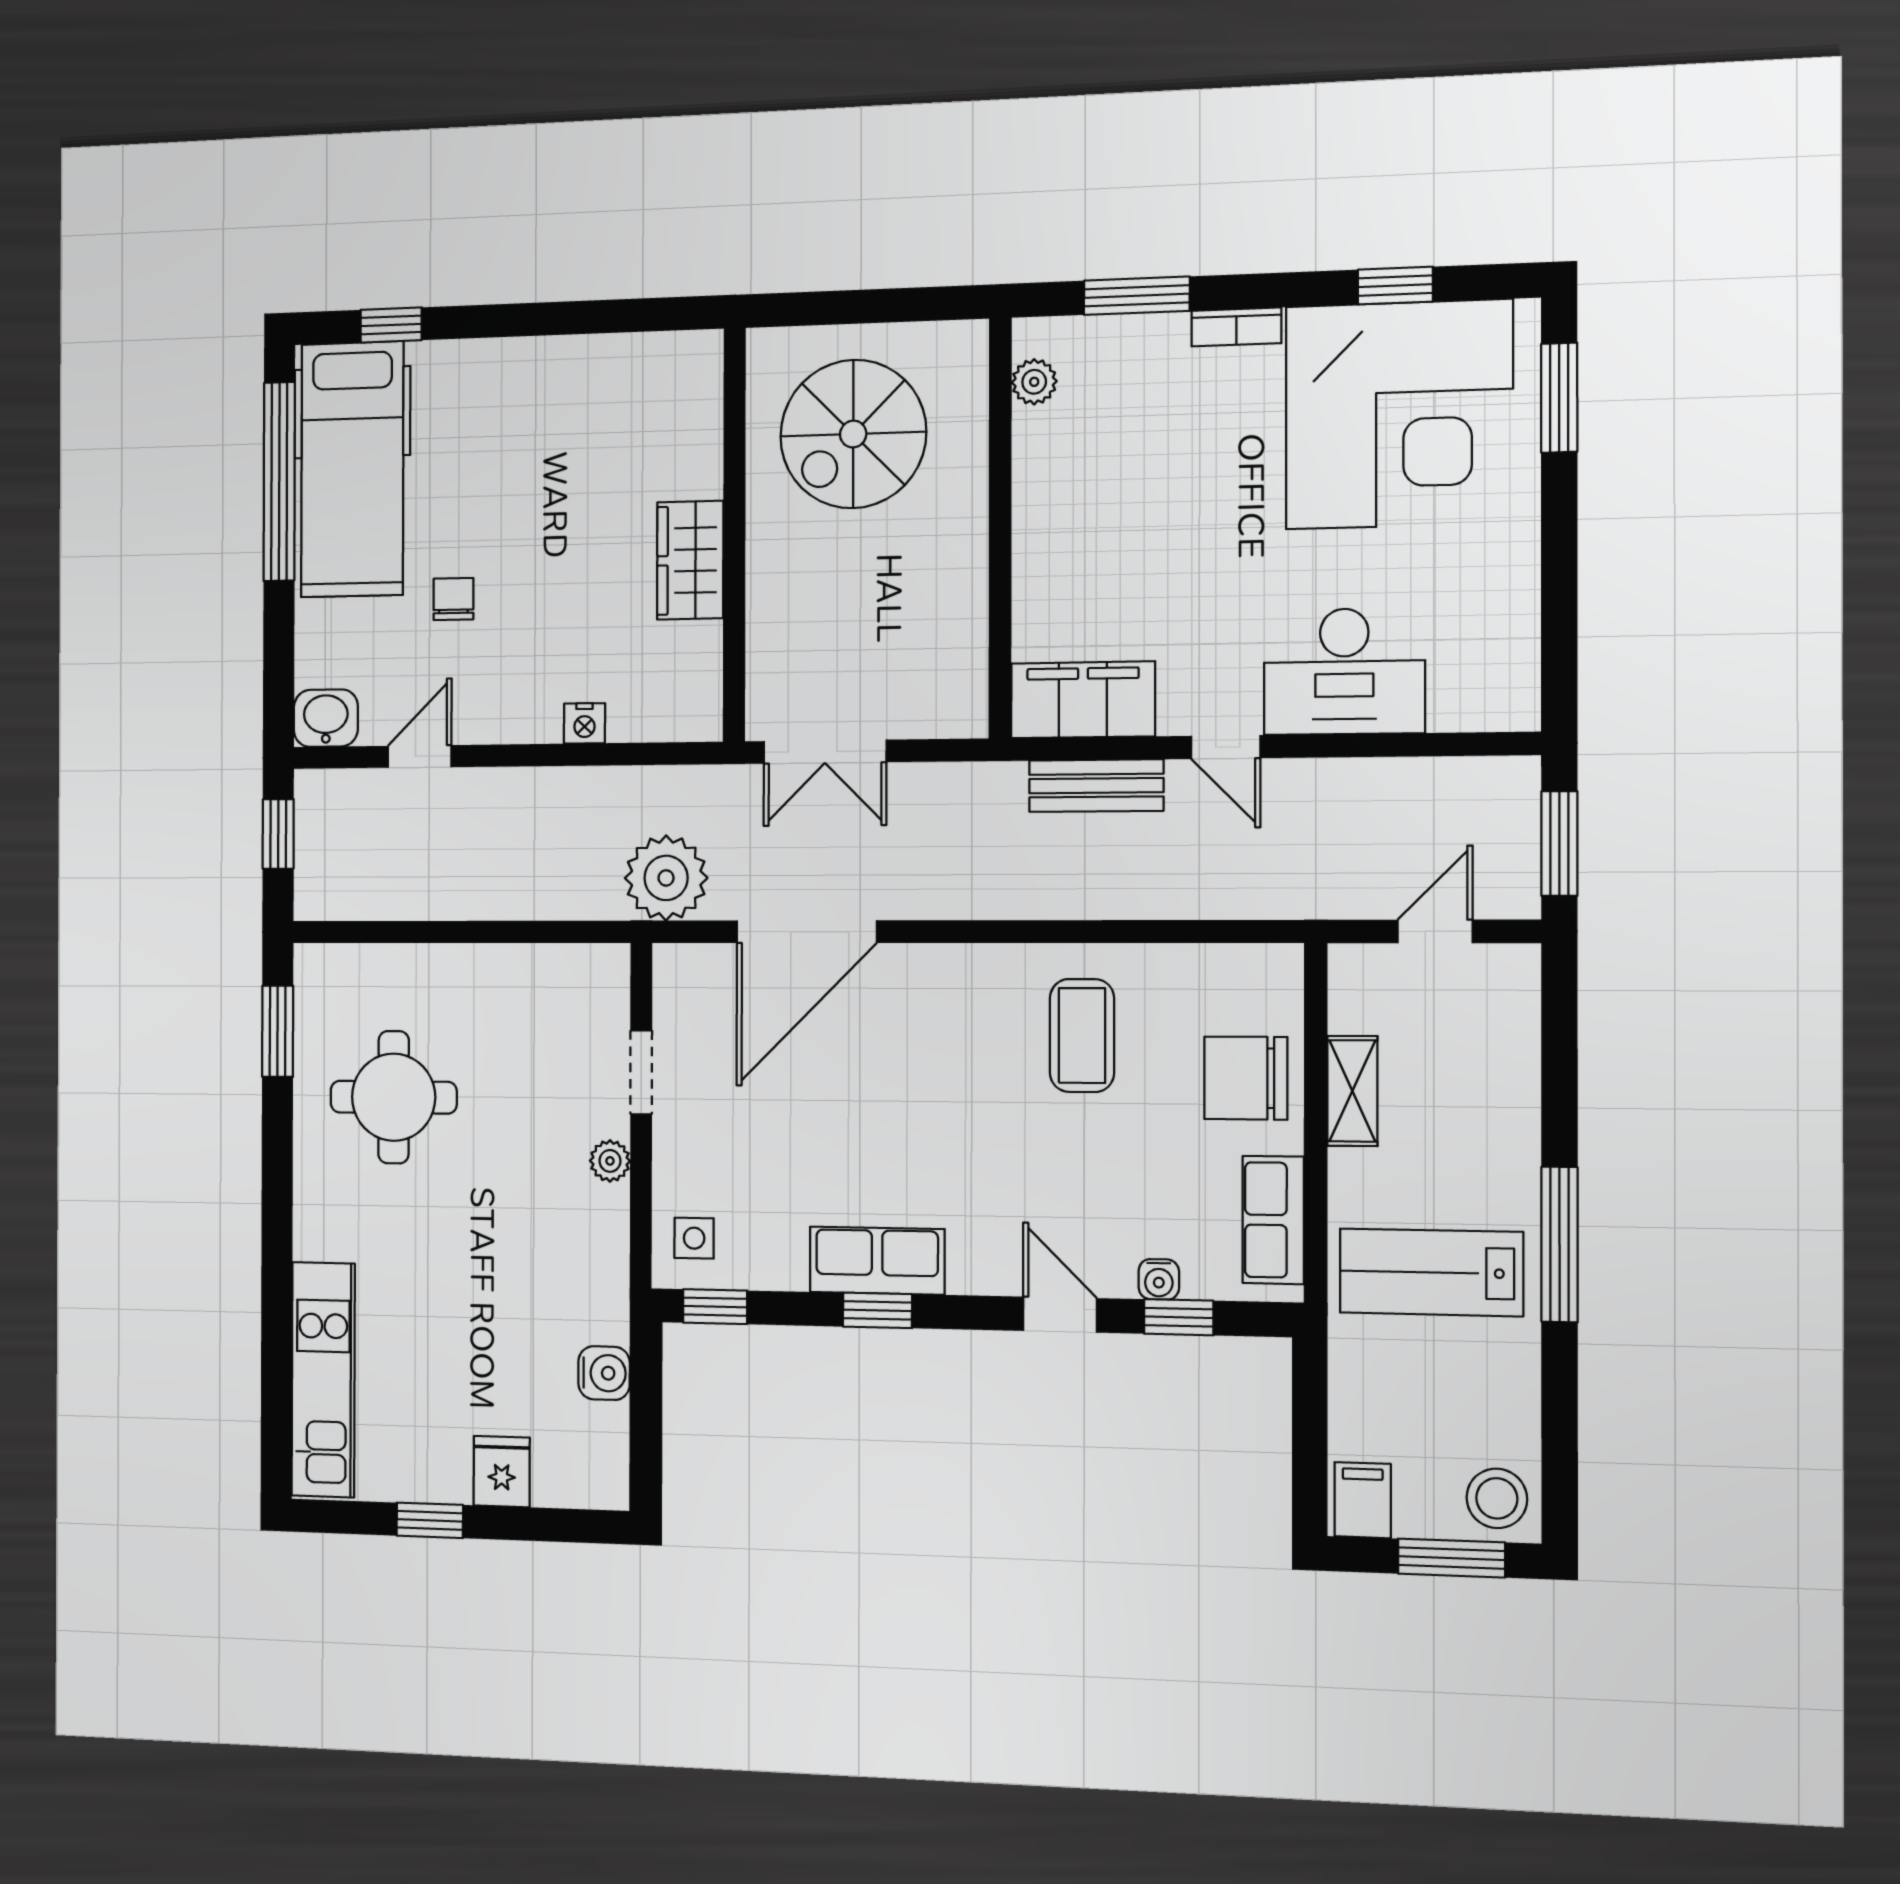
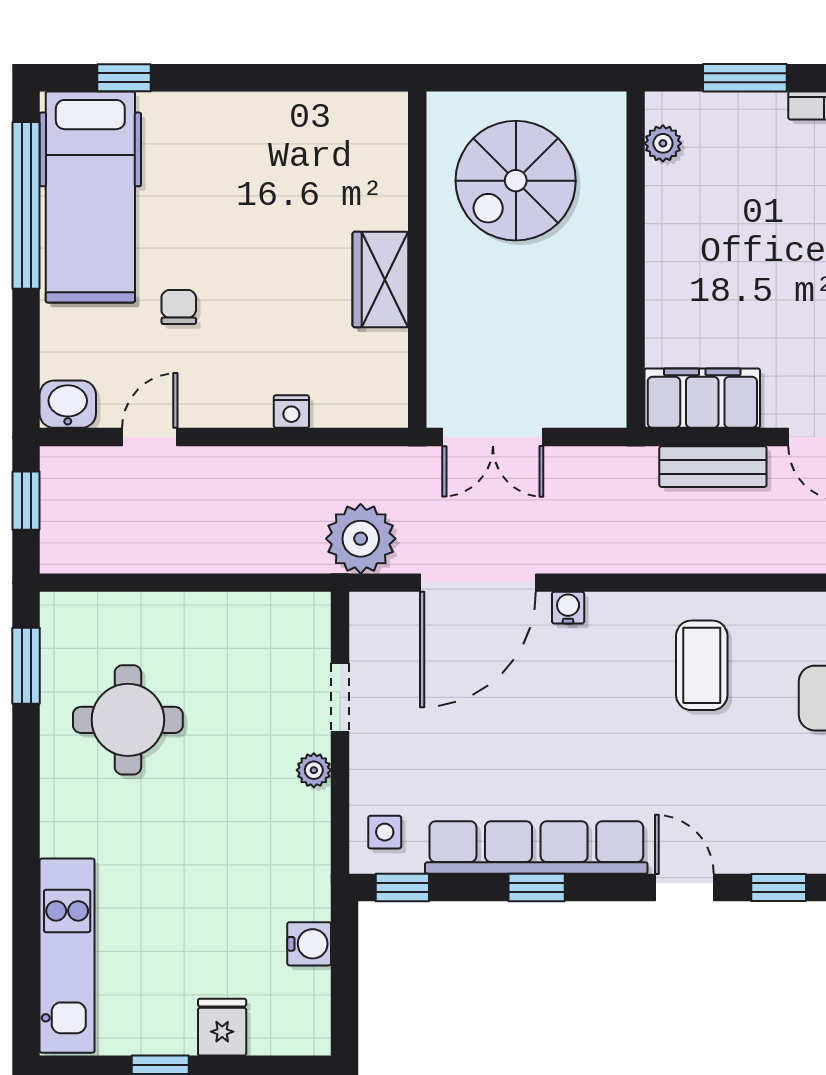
row of seats: (877, 1261) -> (536, 847), width x2.02
water cooler: (1159, 1279) -> (568, 608), moved, turned 180

